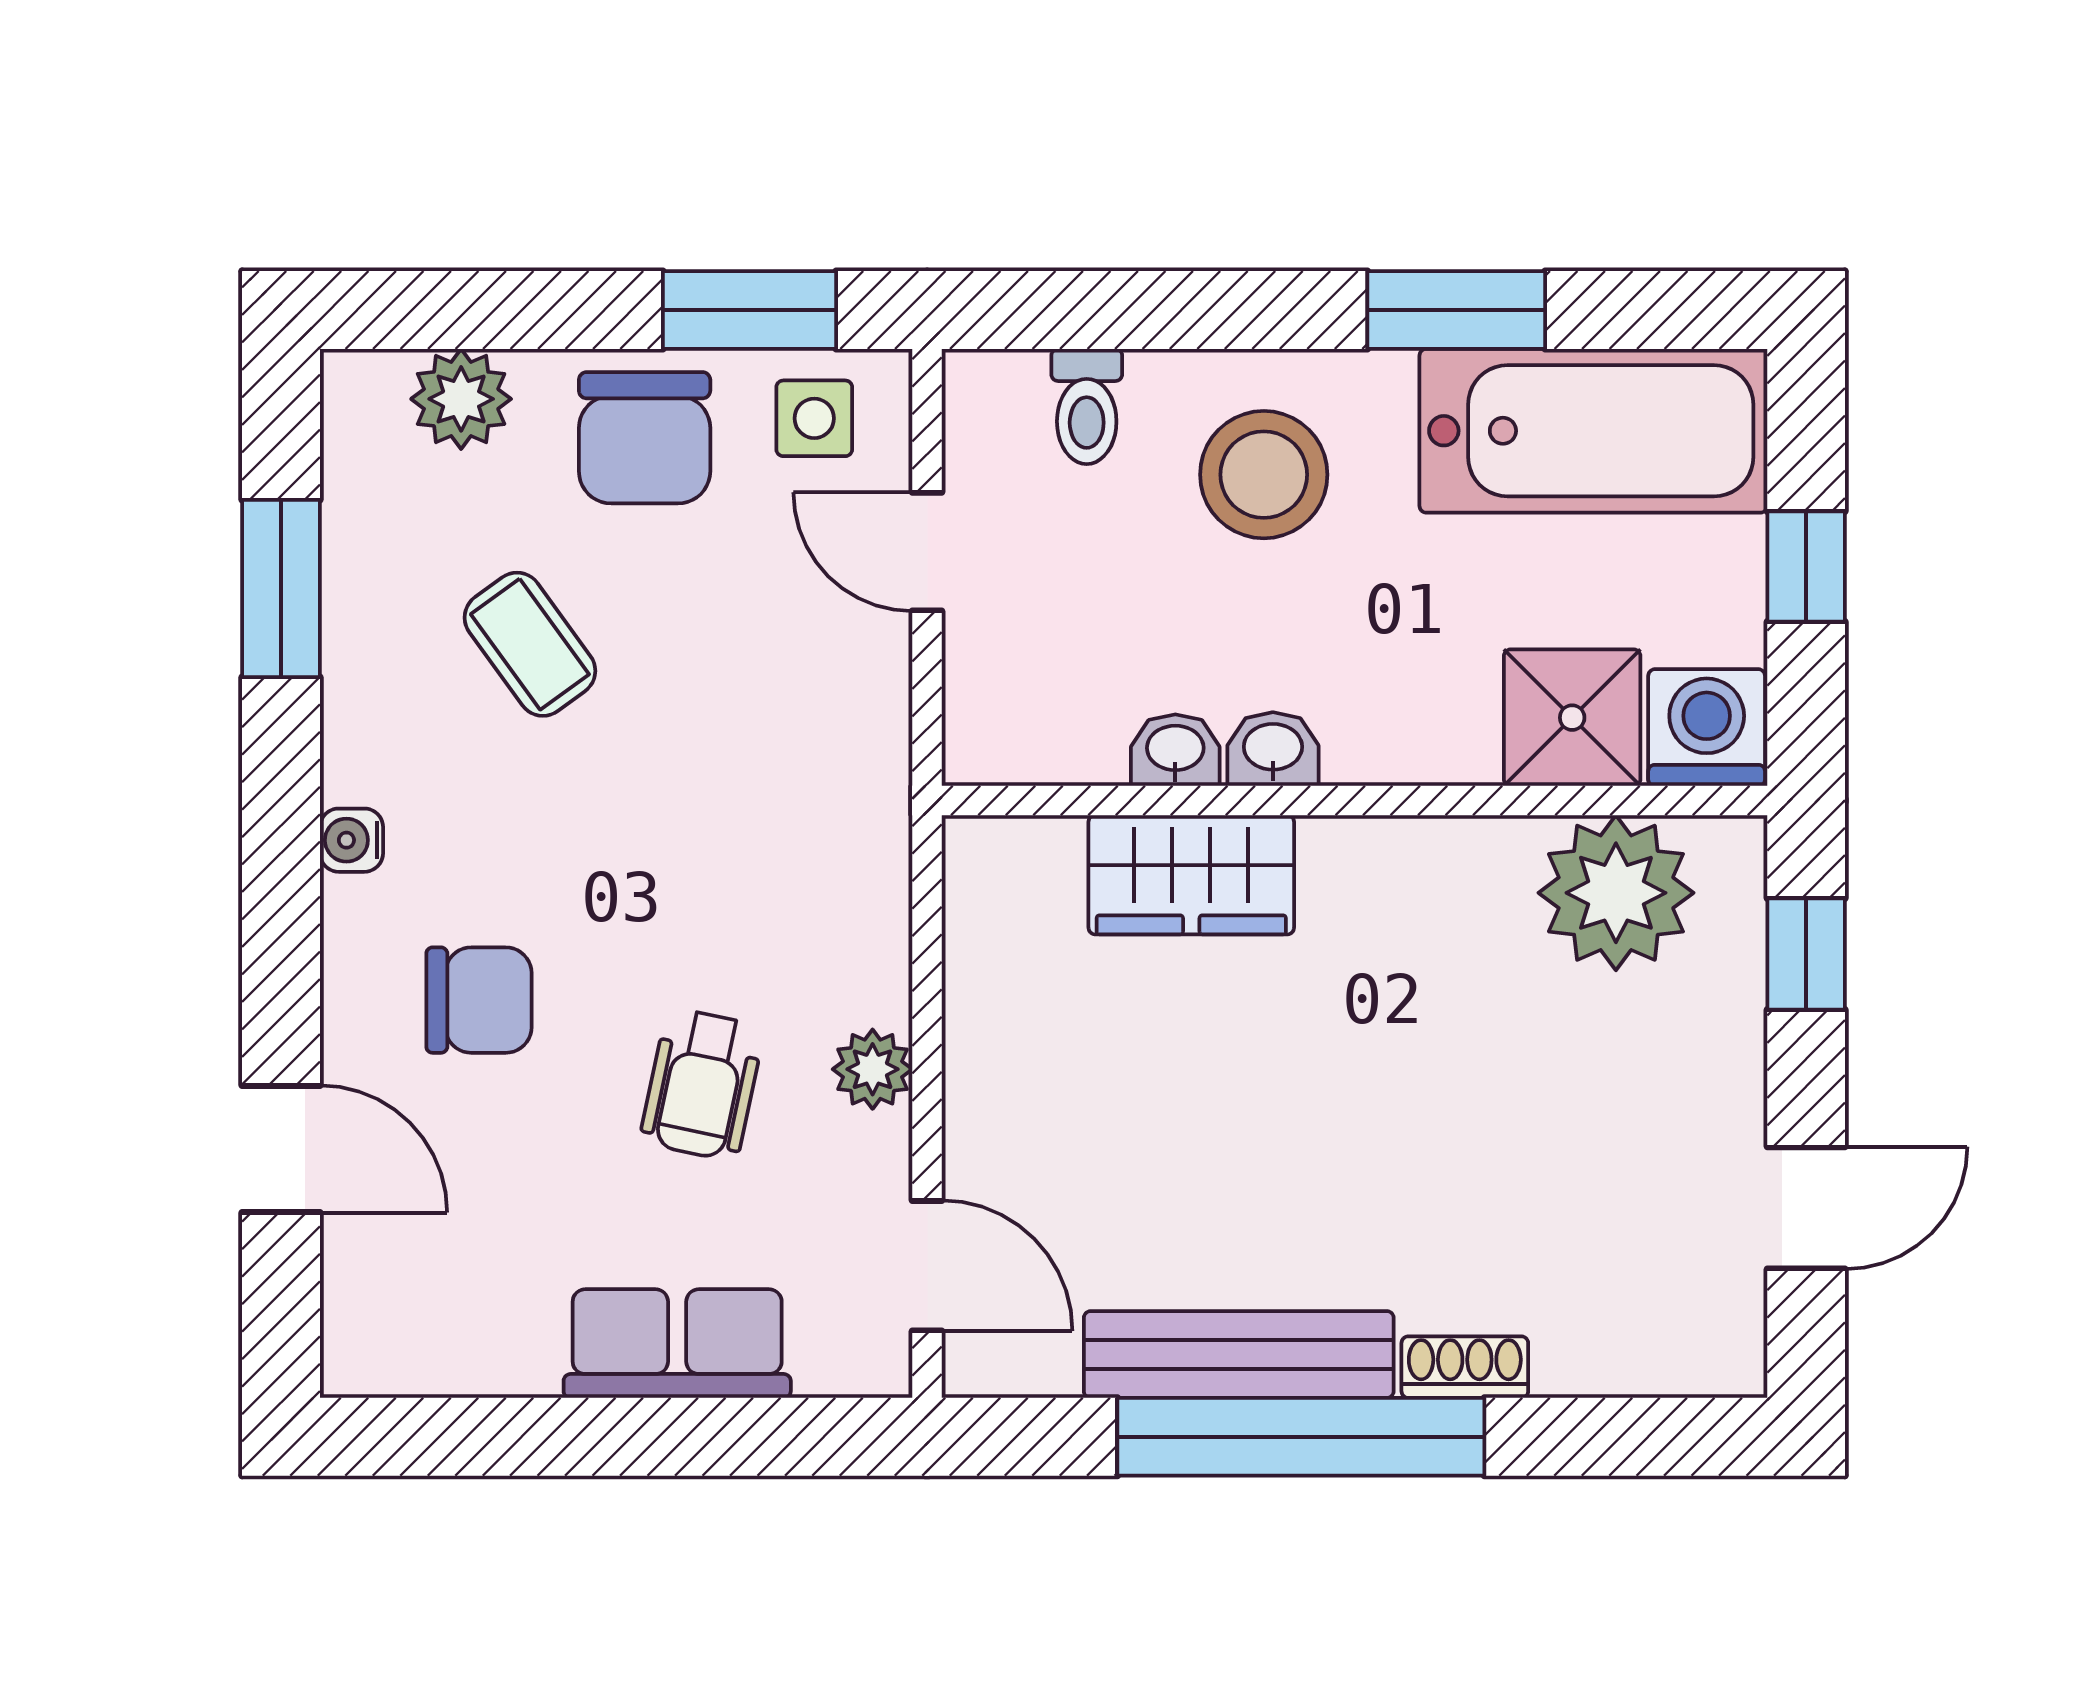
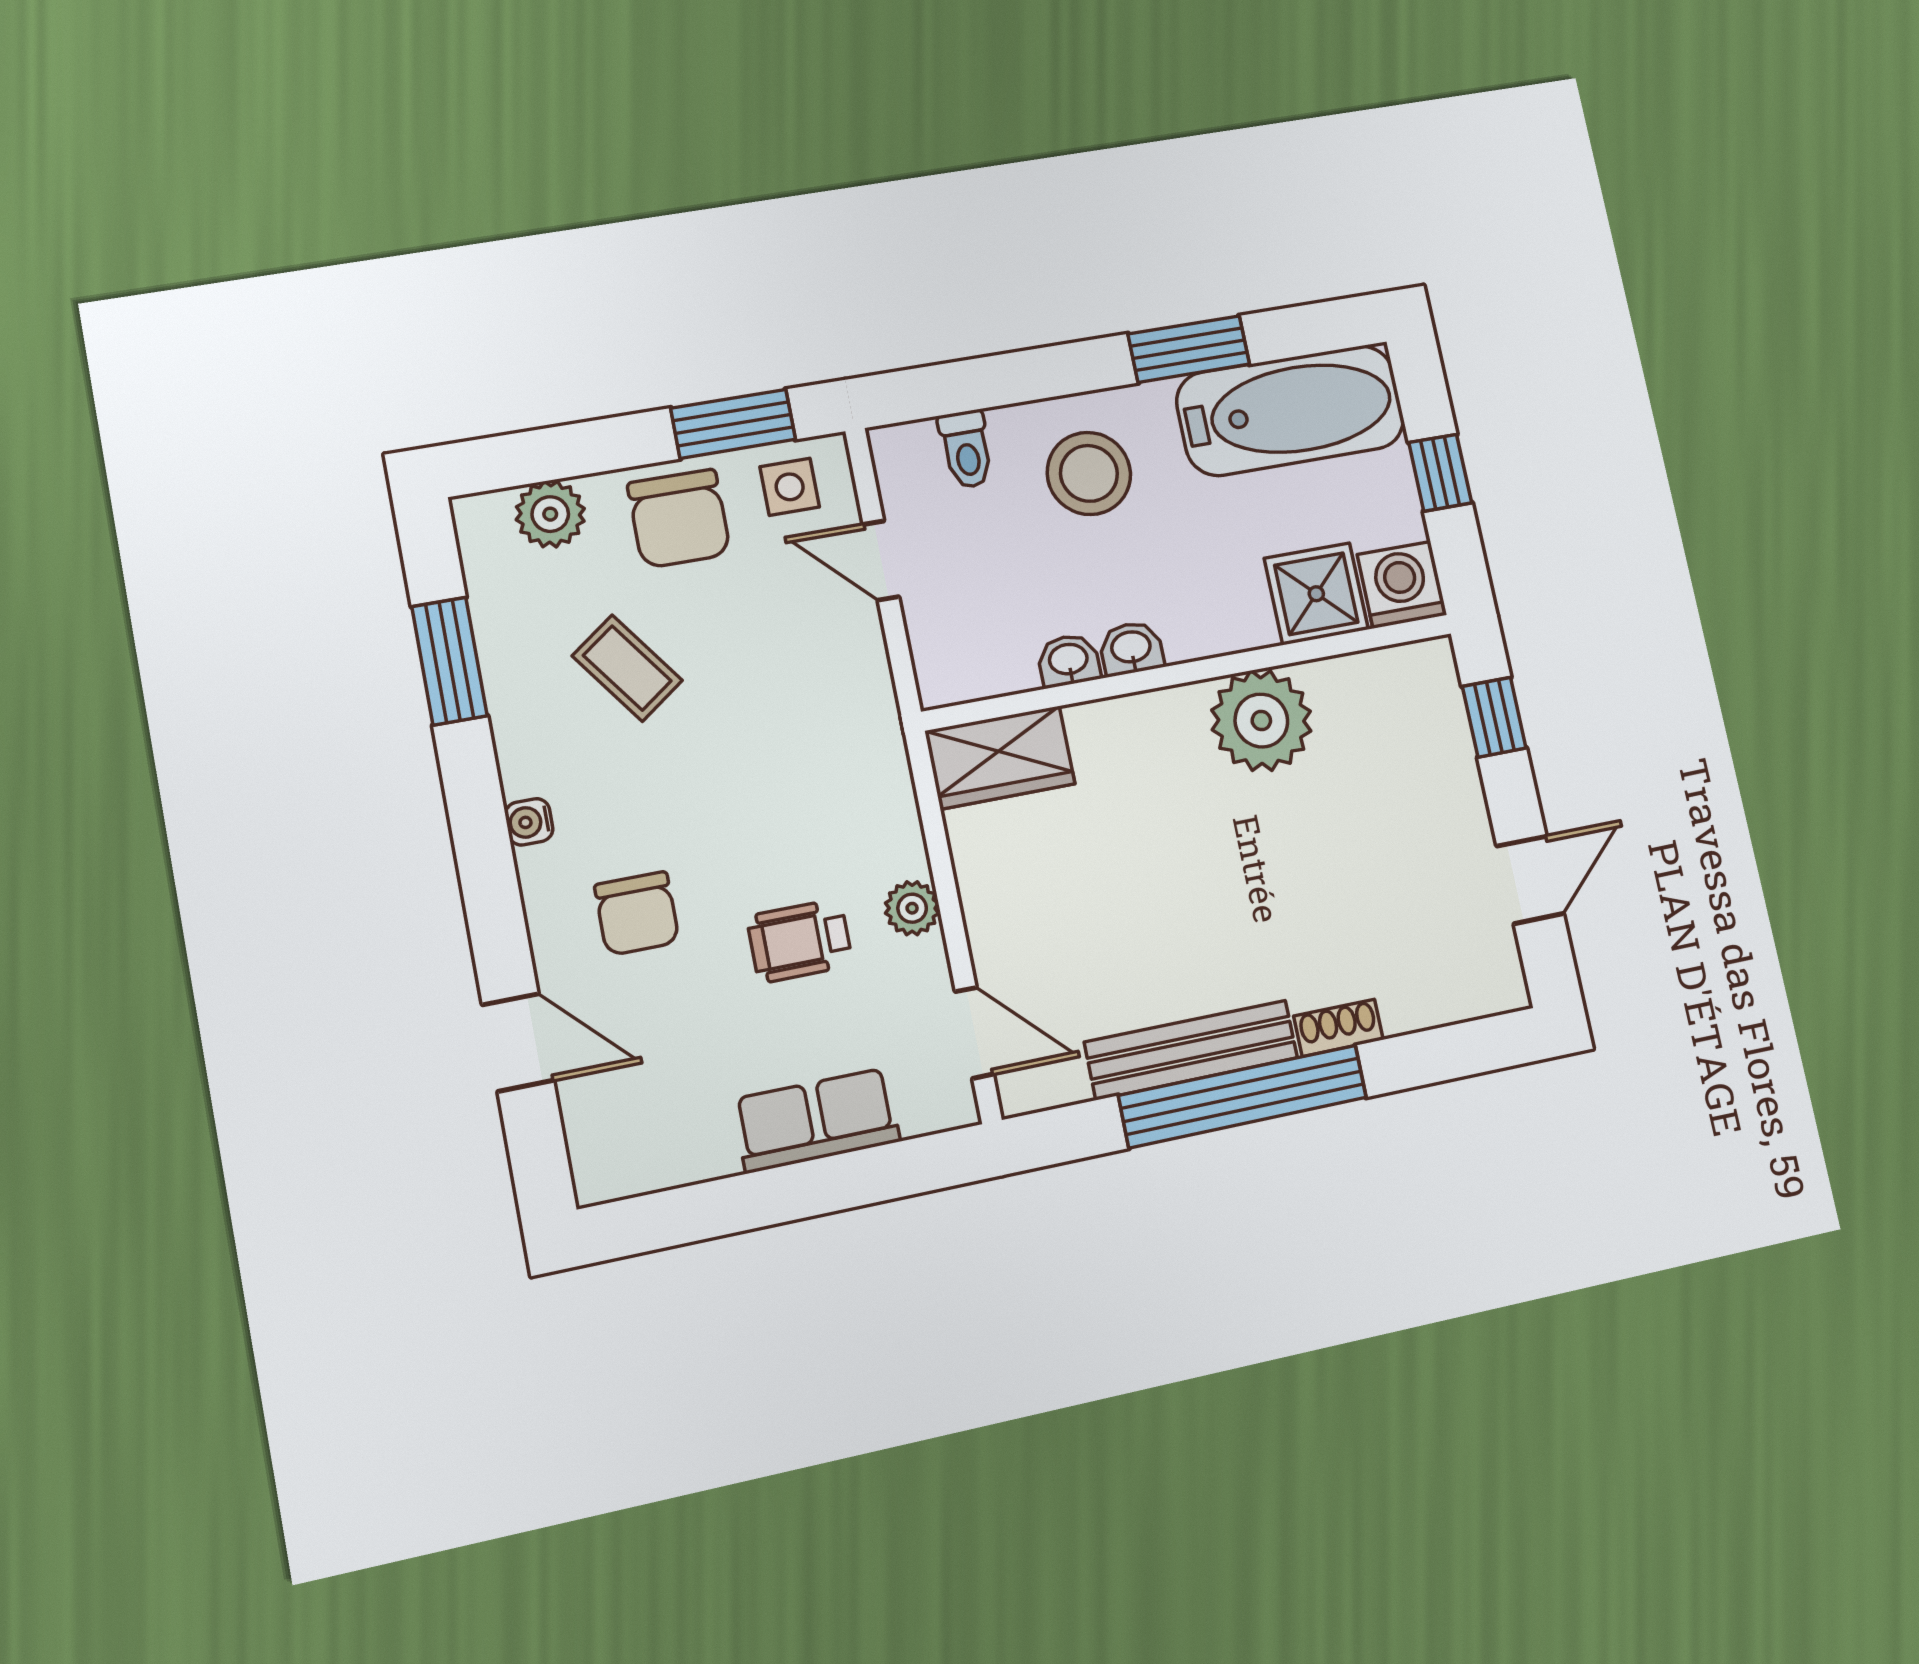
wardrobe: (1191, 875) -> (1000, 758), moved
plant: (1616, 893) -> (1261, 720), moved
chair: (479, 1000) -> (637, 914), turned 90
wheelchair: (702, 1084) -> (800, 941), turned 78

